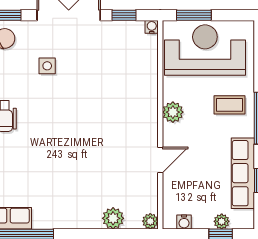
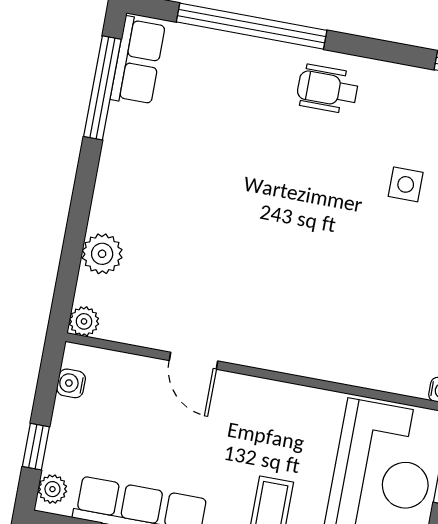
plant: (173, 112) -> (277, 400), removed
plant: (222, 221) -> (52, 489), moved

